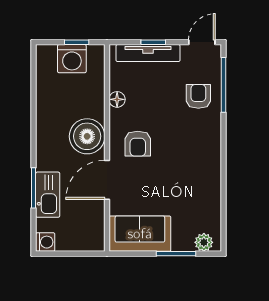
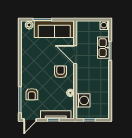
washing machine: (72, 59) -> (83, 100), moved, turned 90
boiler: (87, 136) -> (85, 75), removed
door: (107, 180) -> (75, 55), swing flipped
sofa: (140, 234) -> (54, 29), width x1.36

